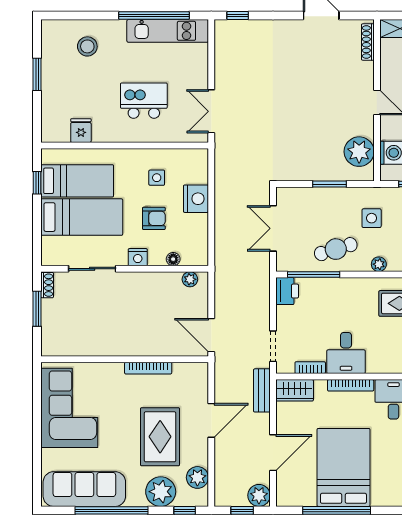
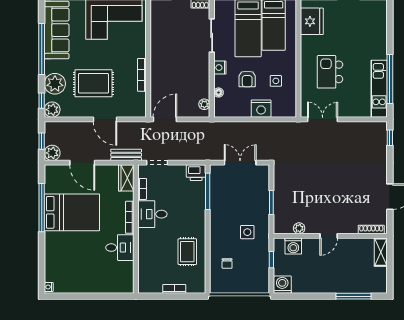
stool: (87, 46) -> (368, 32), removed
kitchen island: (144, 101) -> (330, 72), turned 180
fridge: (81, 131) -> (312, 21), width x1.88, depth x1.34
plant: (359, 152) -> (299, 228), width x0.53, depth x0.53
cafe table: (336, 249) -> (226, 207), removed
plant: (379, 264) -> (215, 237), removed
plant: (197, 477) -> (52, 110), moved

